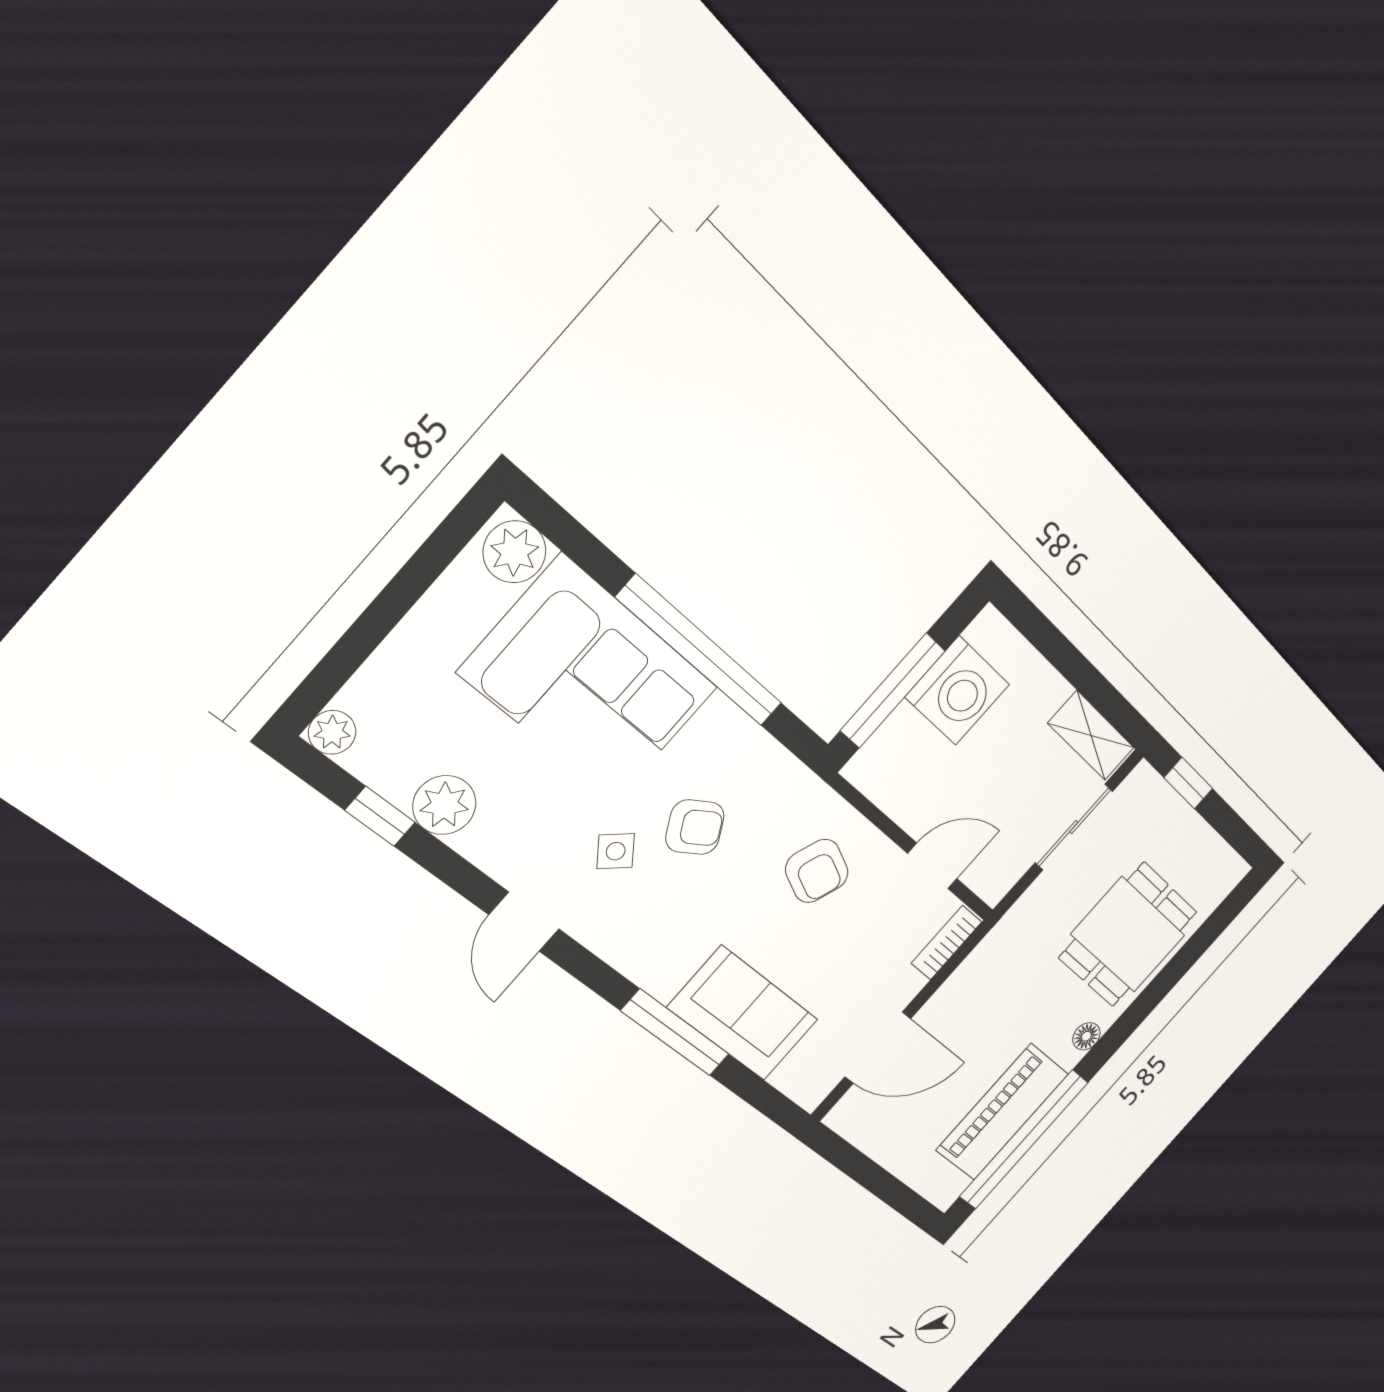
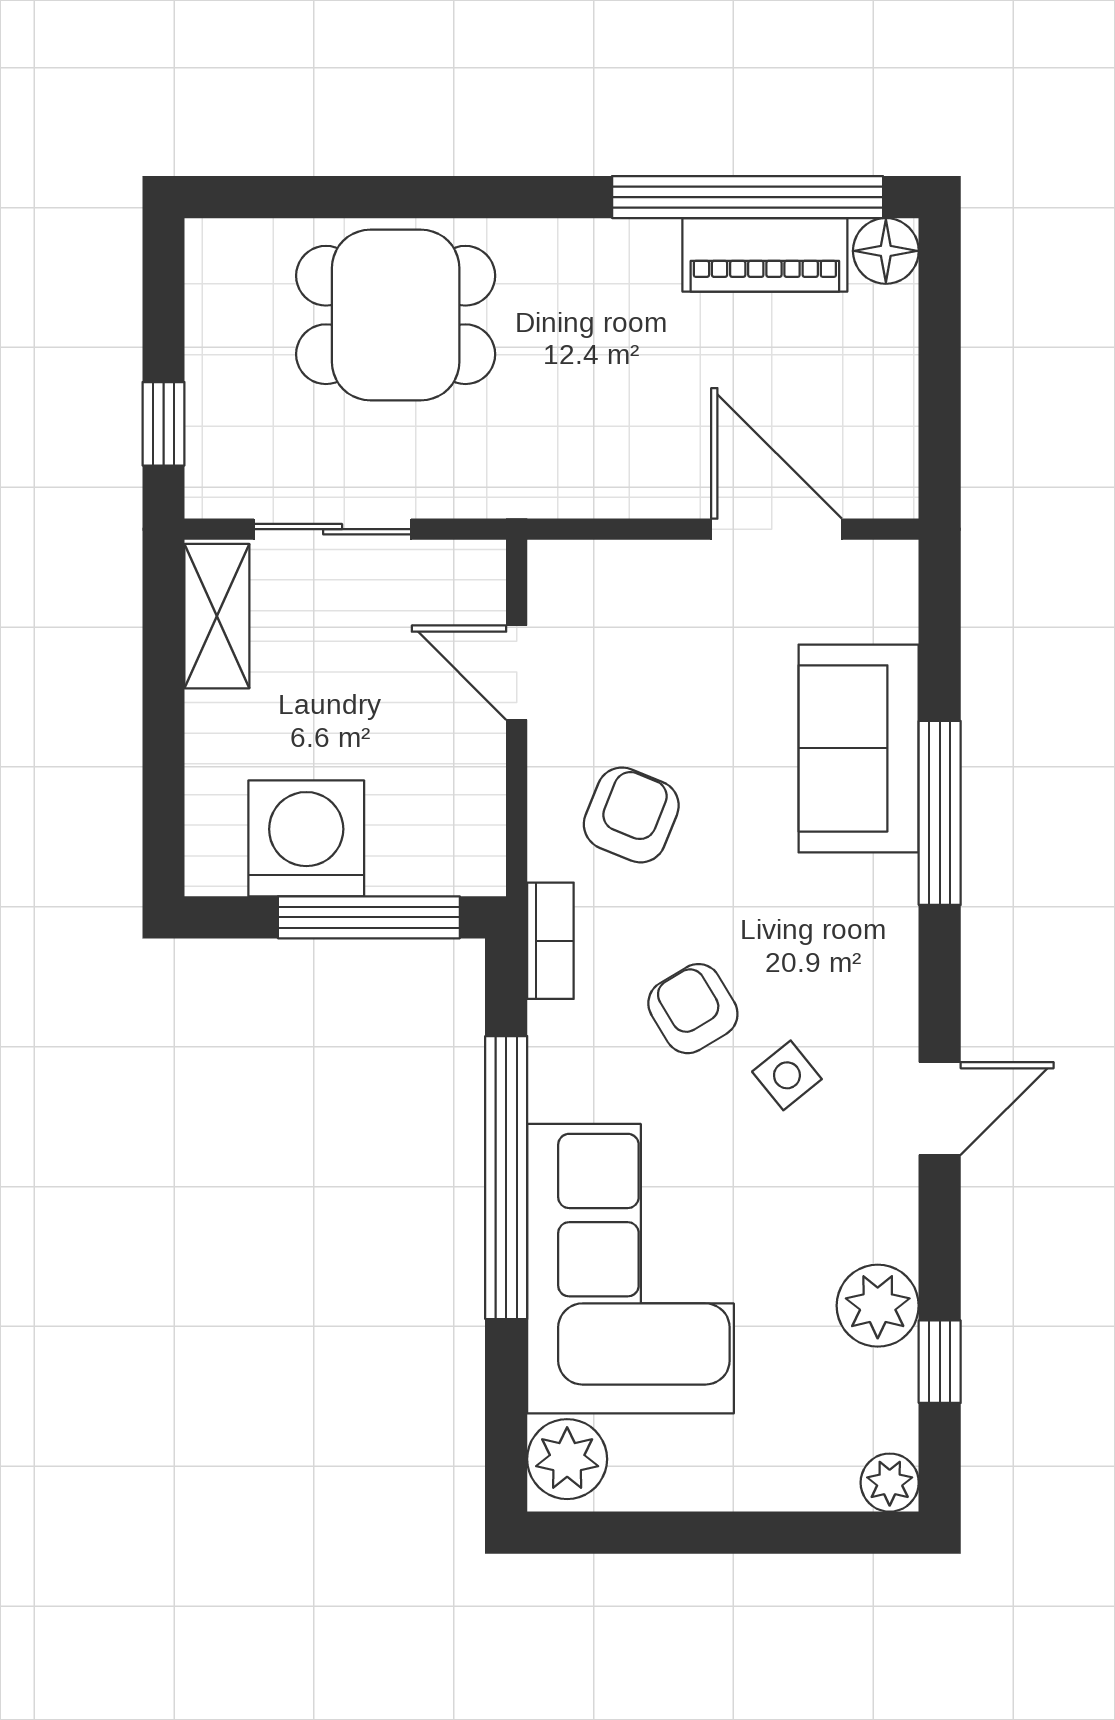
bookcase: (947, 943) -> (550, 941), moved, turned -90
floor lamp: (1086, 1036) -> (886, 251), moved, width x1.37, depth x1.37
piano: (1002, 1112) -> (765, 255), width x0.73, depth x0.75

